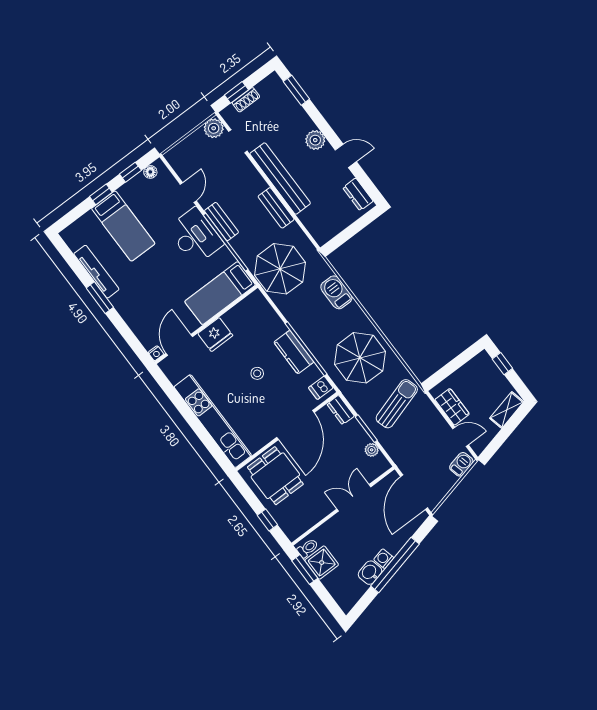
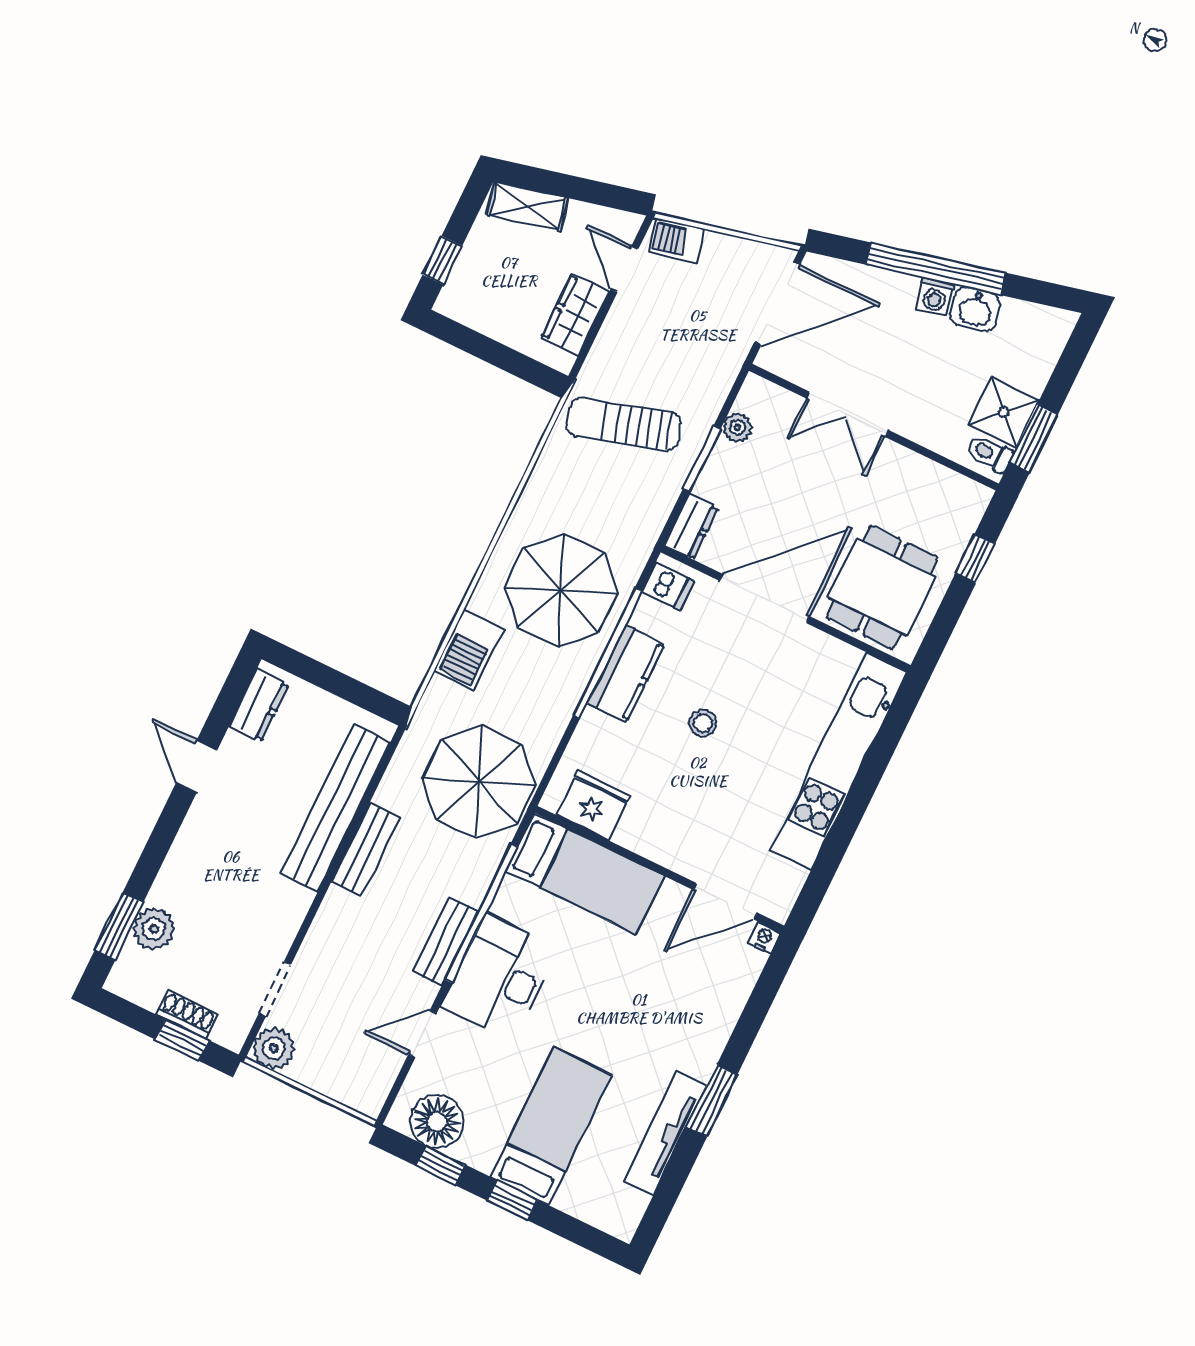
plant: (315, 140) -> (154, 929), moved
floor lamp: (150, 172) -> (437, 1121), width x1.89, depth x1.89
bench: (280, 179) -> (336, 808), moved
fridge: (215, 334) -> (593, 805), moved
parasol: (360, 358) -> (561, 590), moved

